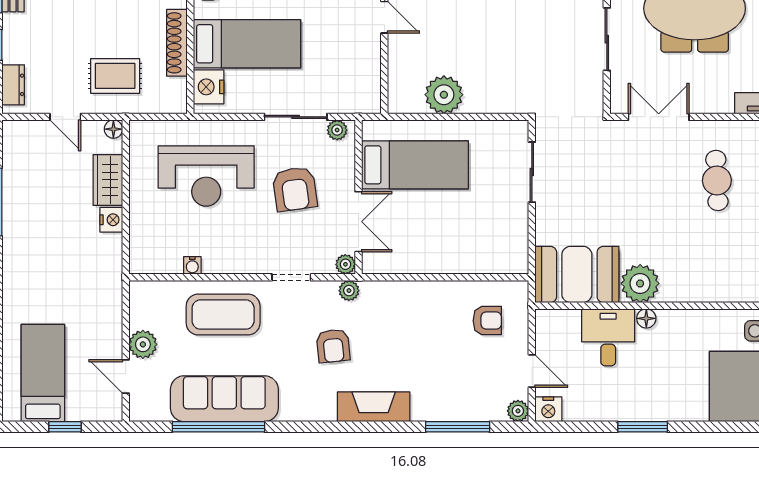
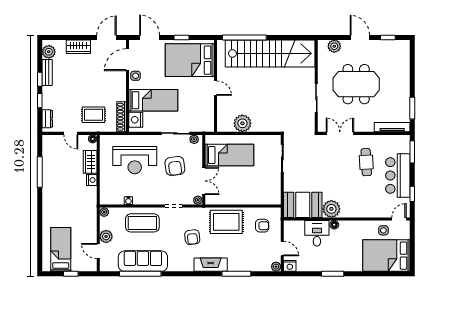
shoe rack: (177, 43) -> (121, 117), moved
plant: (349, 291) -> (104, 212), moved
rug: (408, 312) -> (226, 222), added
window: (458, 427) -> (236, 274), moved

